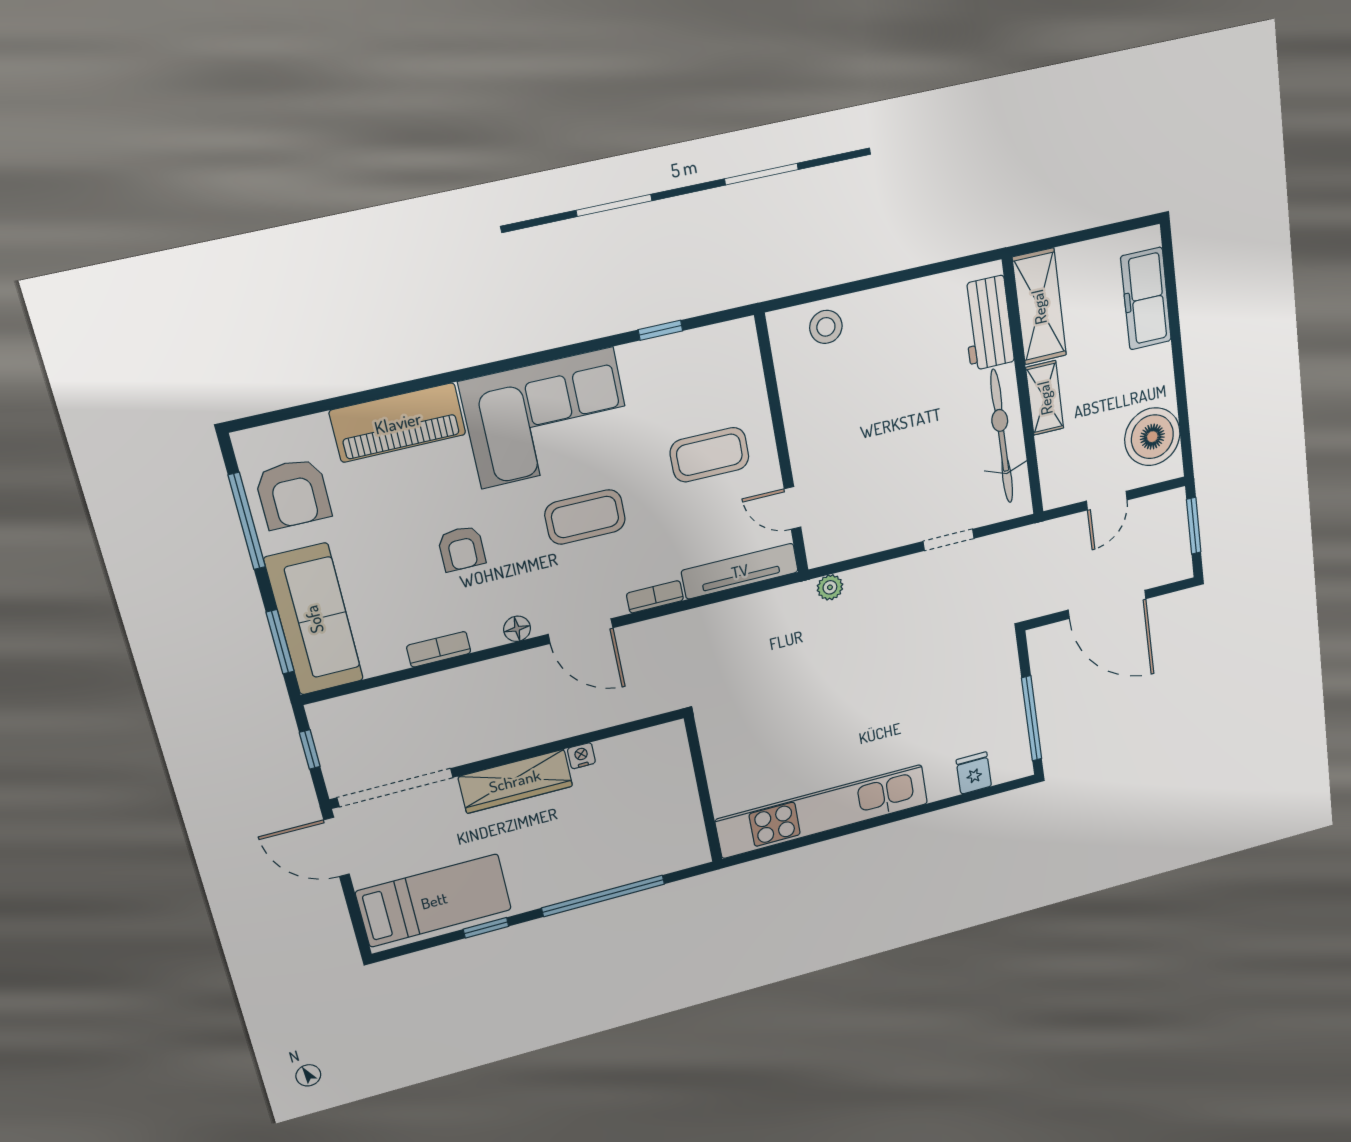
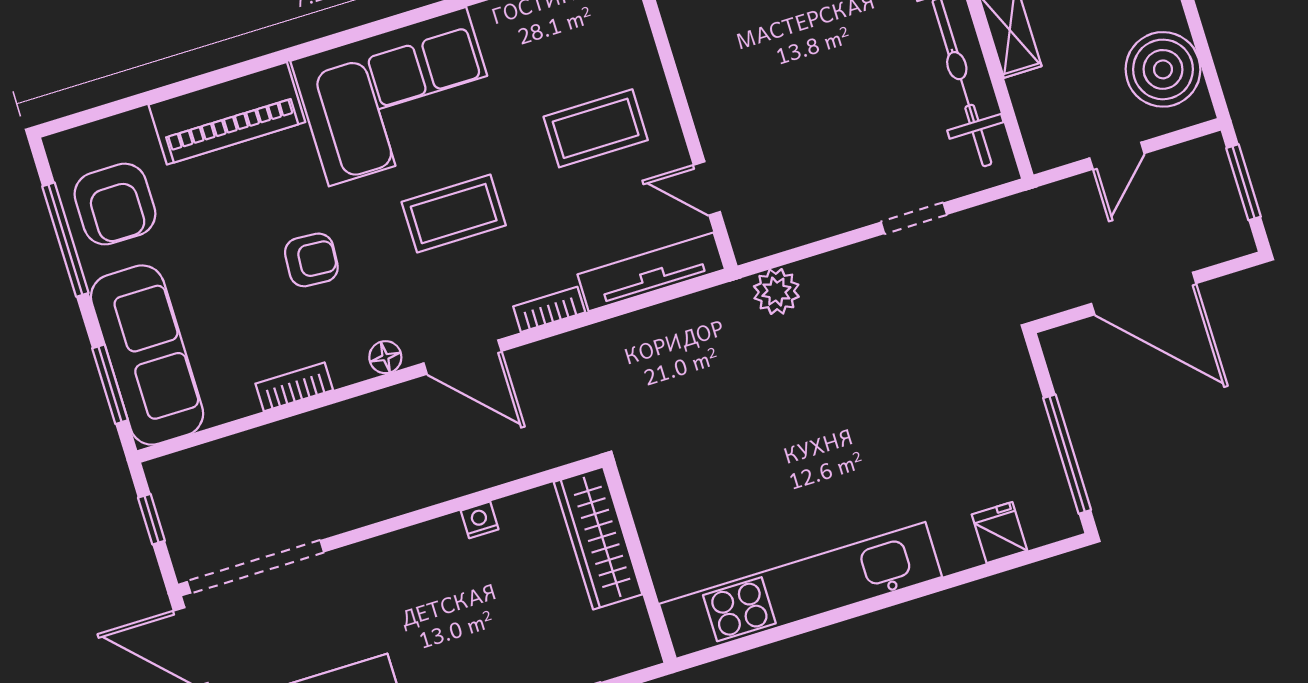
armchair: (462, 548) -> (311, 260), turned -86
plant: (830, 587) -> (776, 292), width x1.38, depth x1.38
wardrobe: (515, 781) -> (598, 538), moved, turned 90

